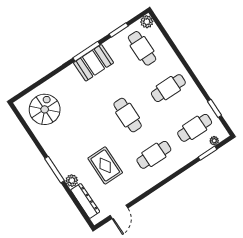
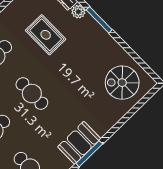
spiral stairs: (45, 109) -> (122, 83), turned 90

